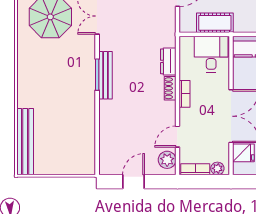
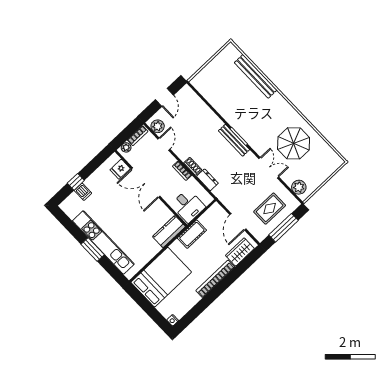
cot: (215, 23) -> (192, 234), moved
bench: (25, 142) -> (256, 76), moved

